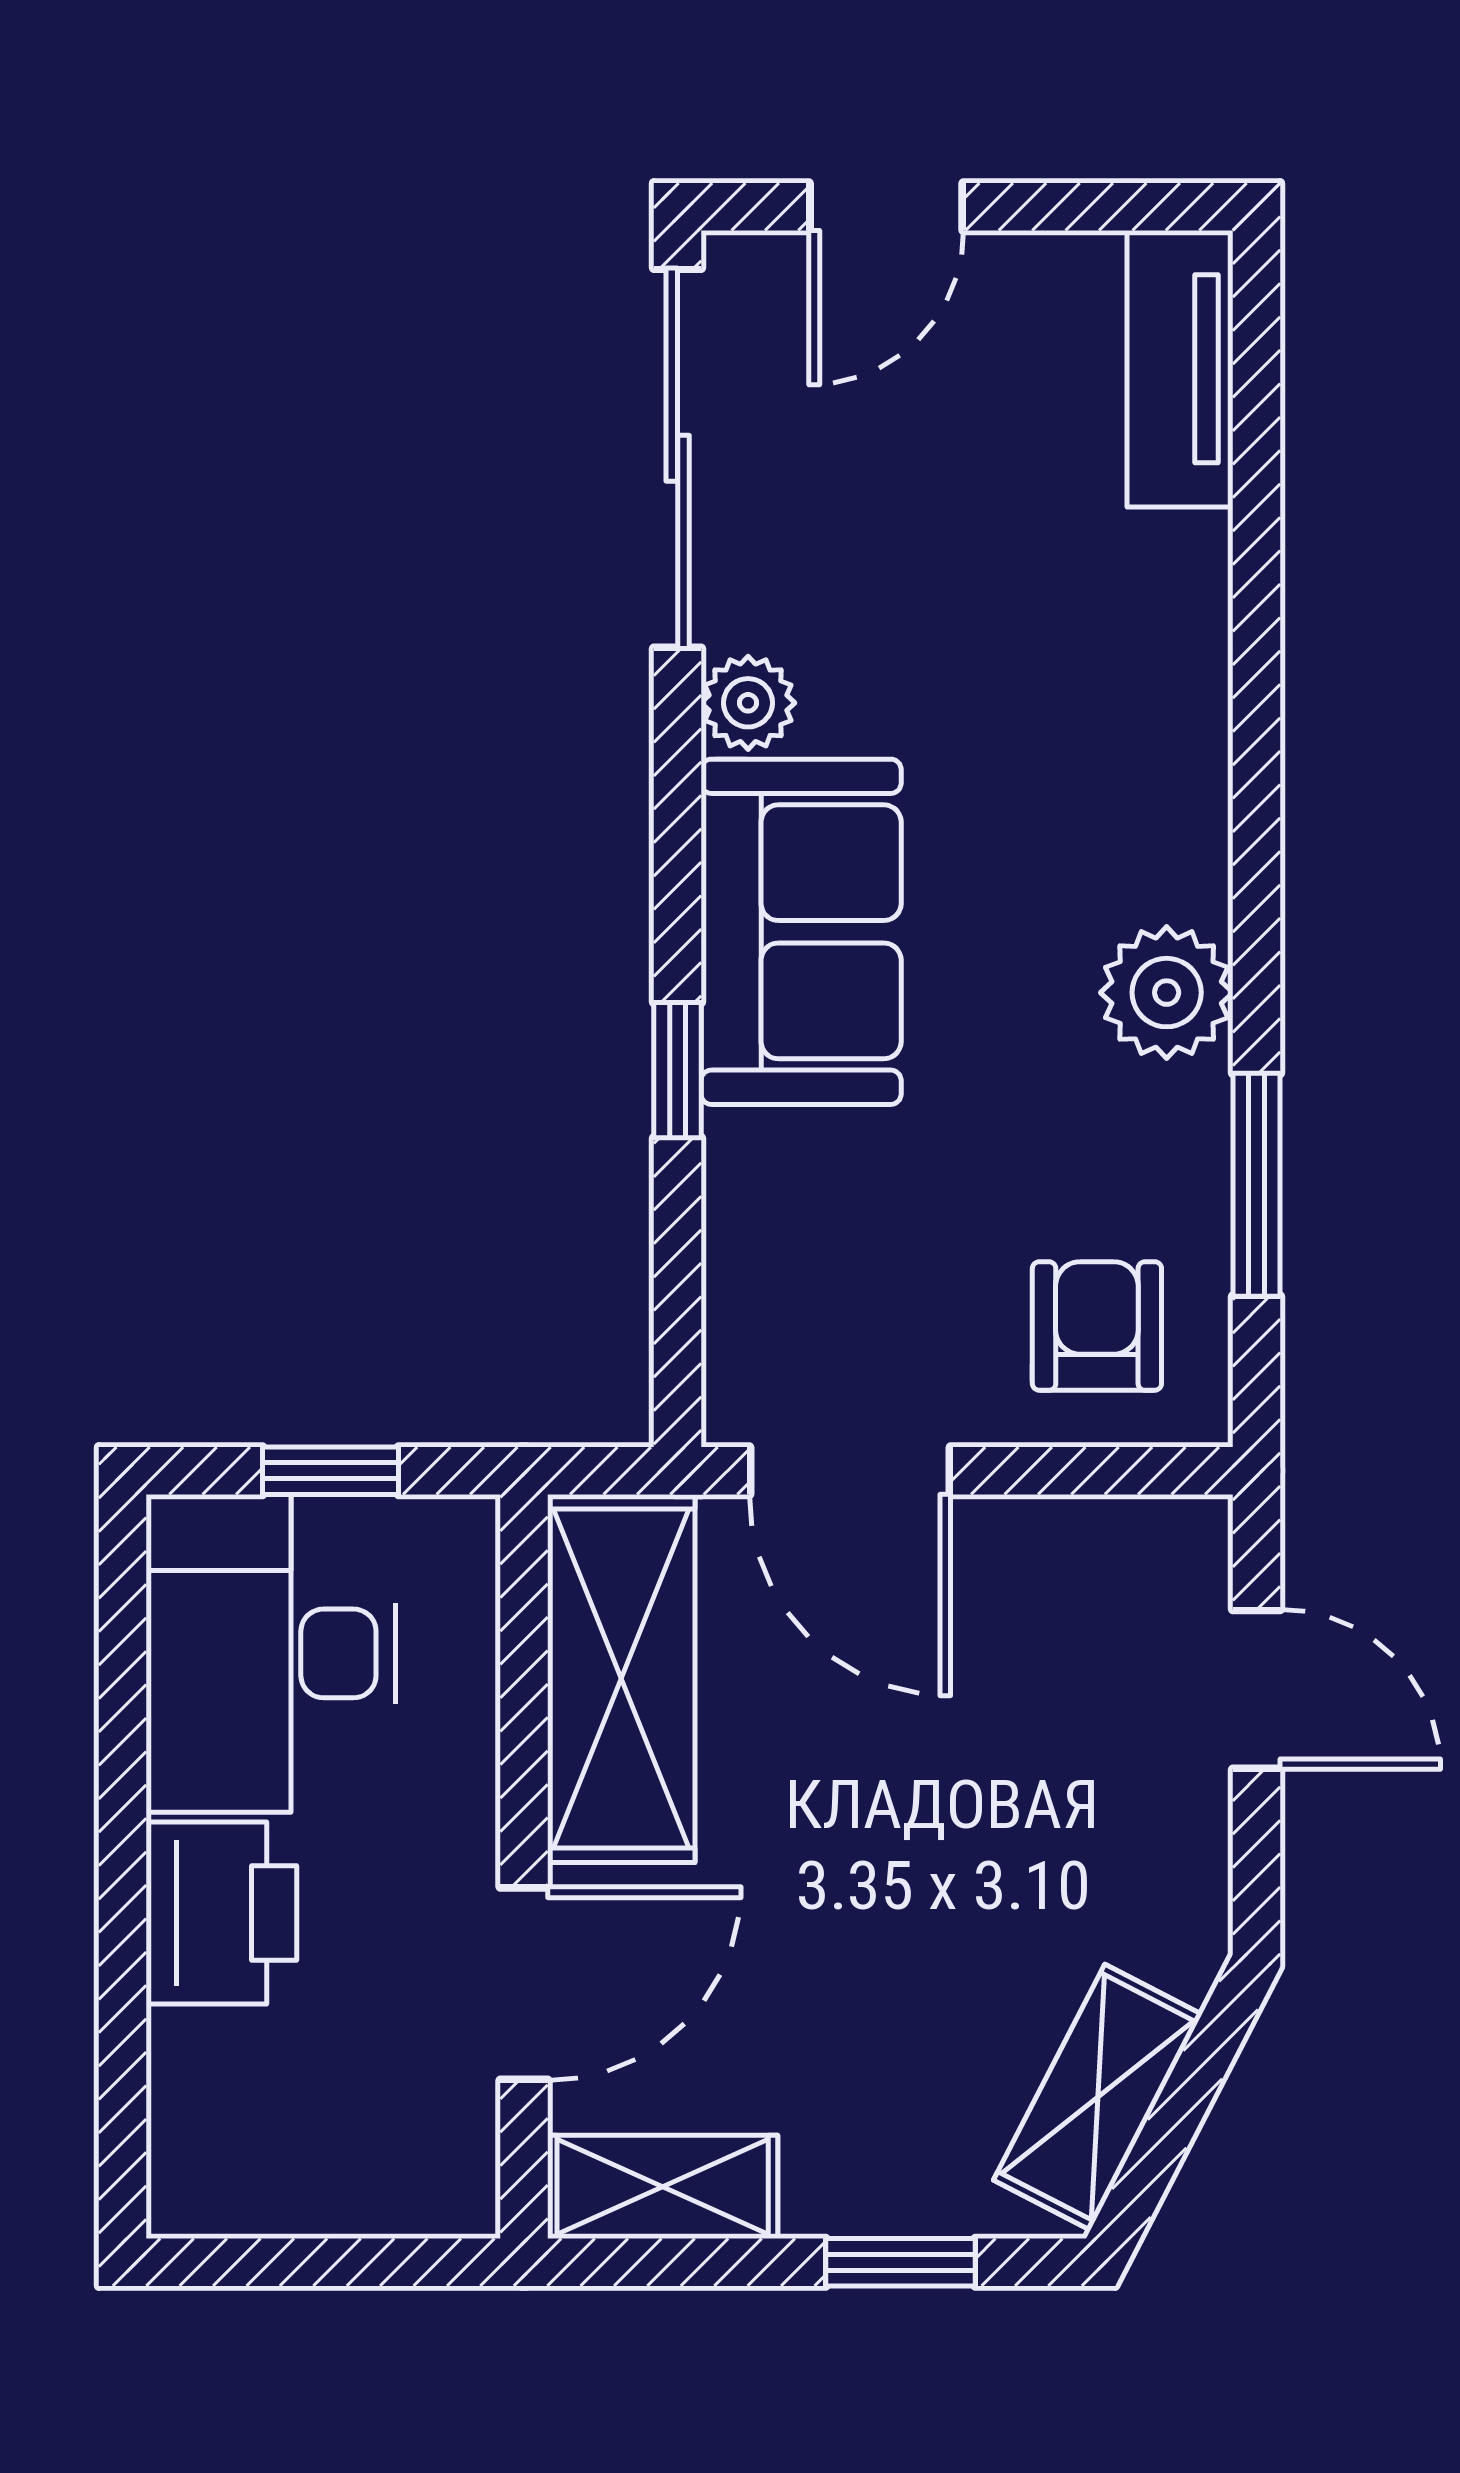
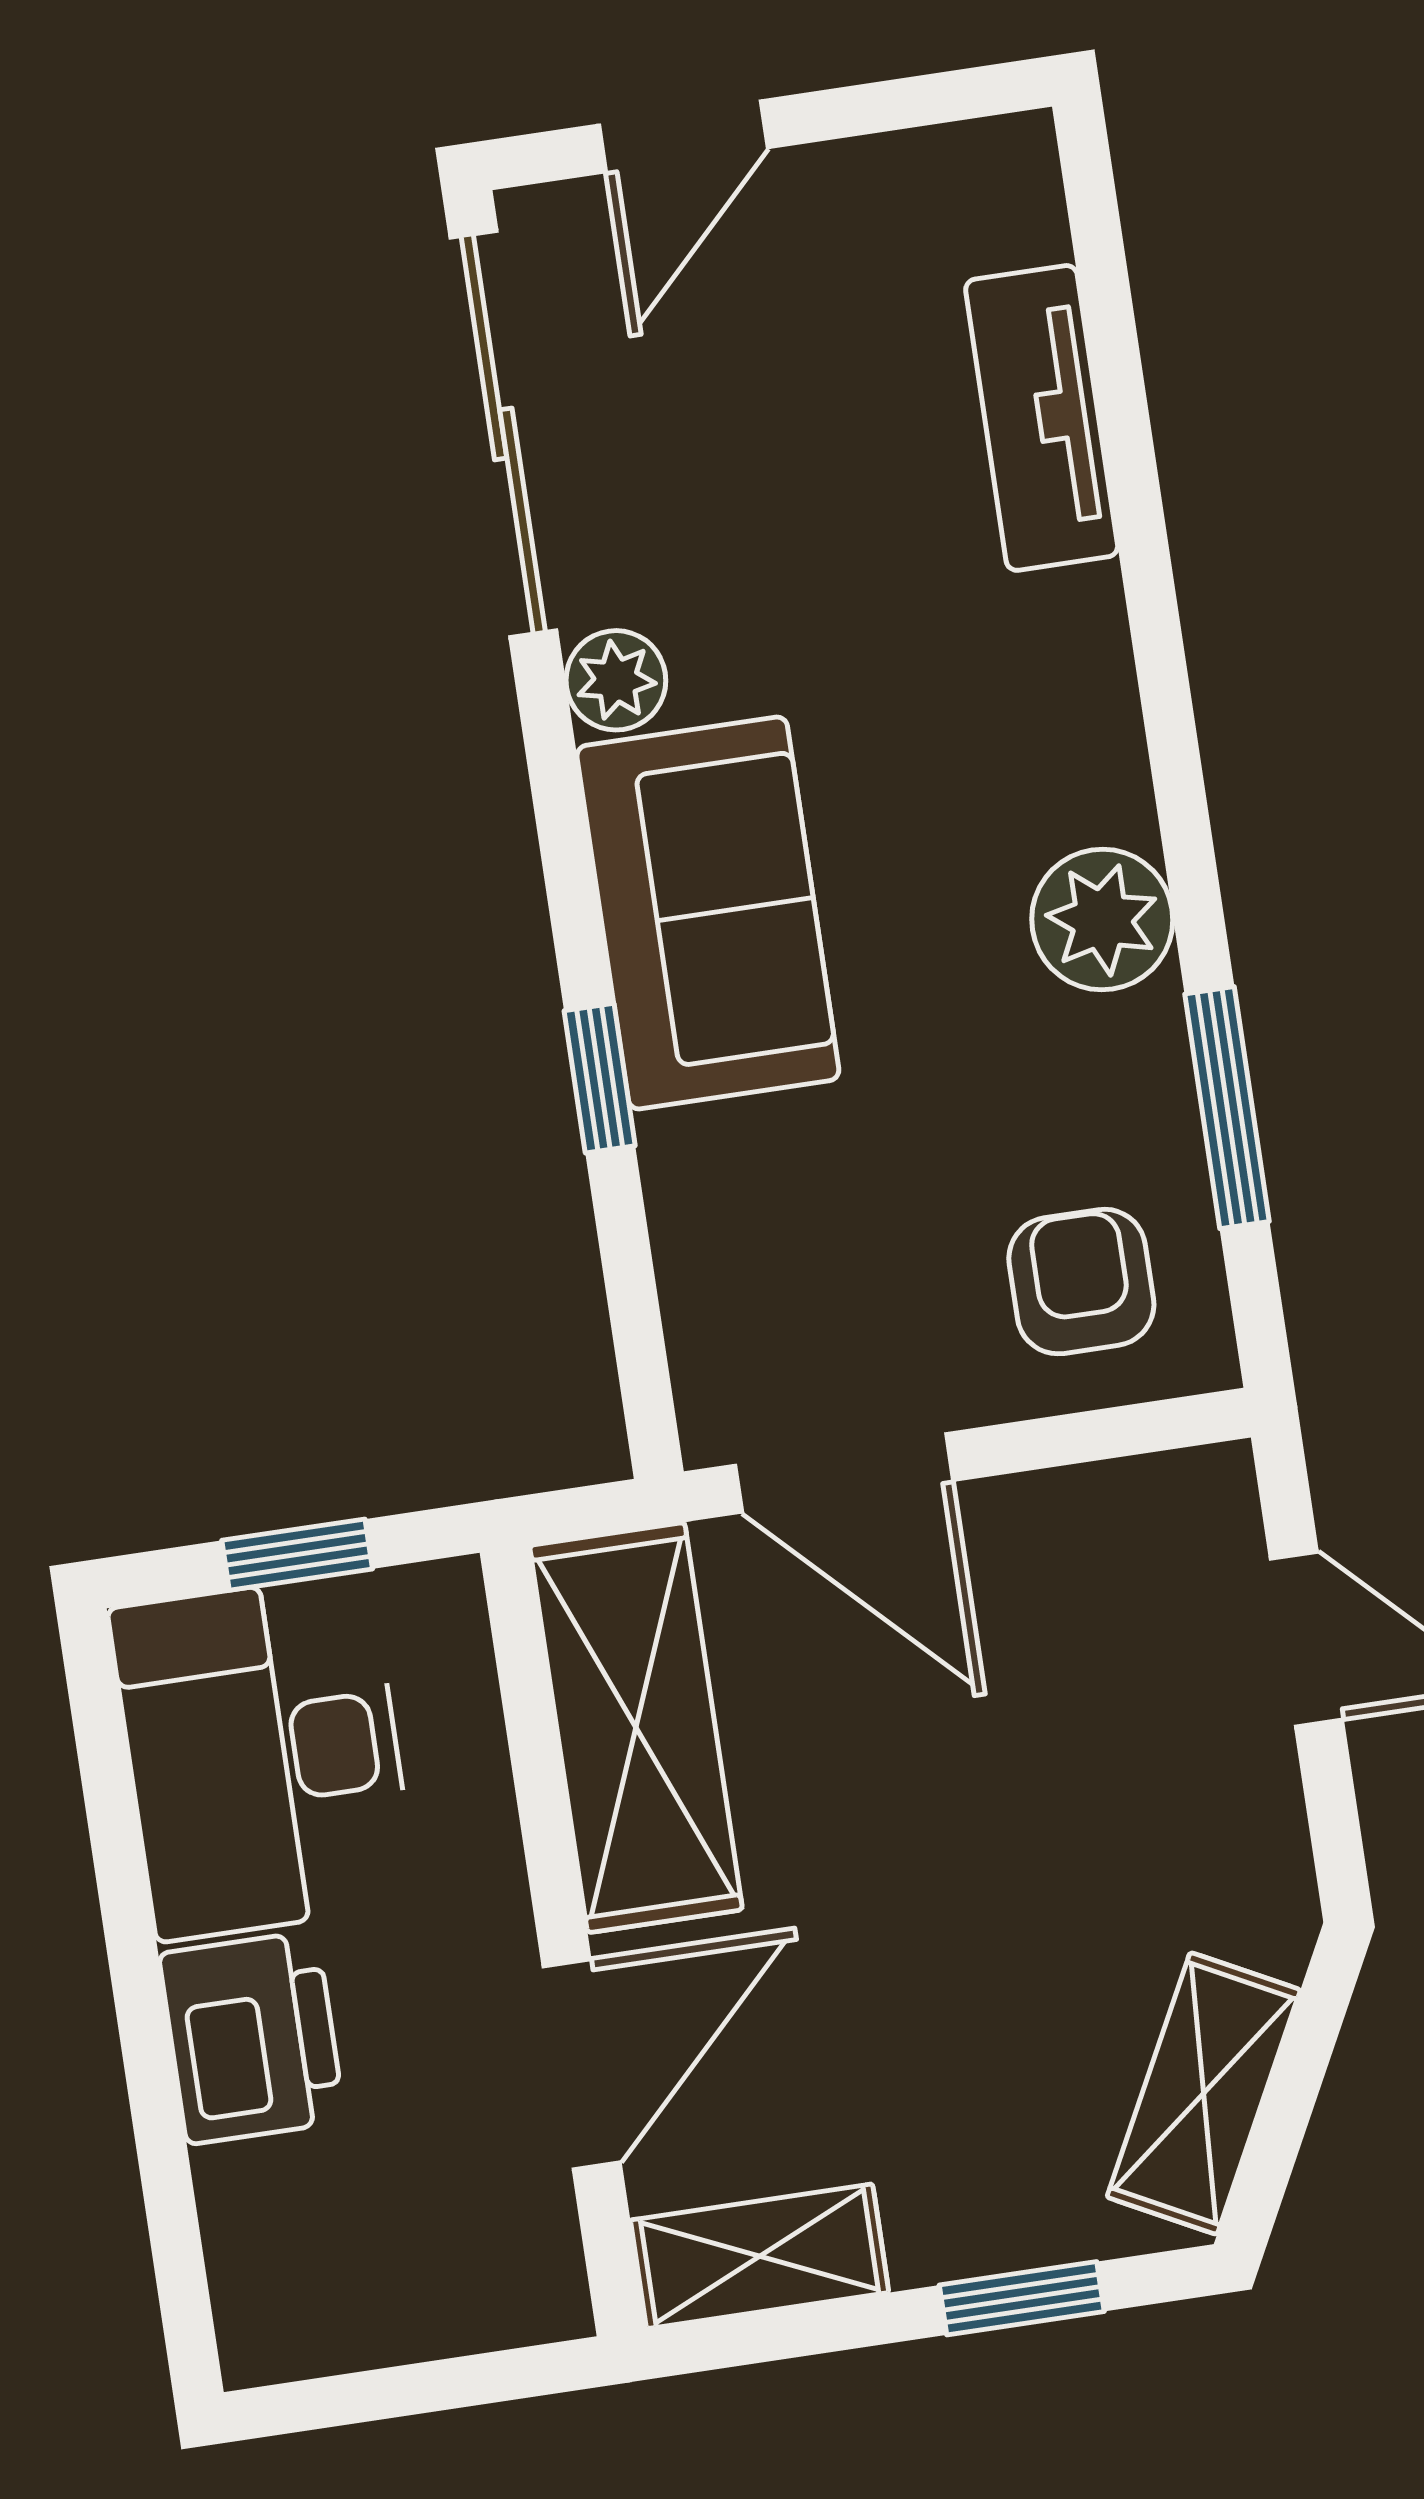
tv unit: (1180, 369) -> (1042, 418), moved

